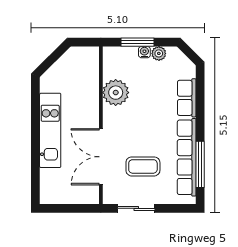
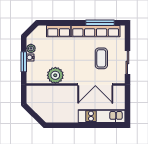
kitchen unit: (50, 130) -> (102, 116), moved

